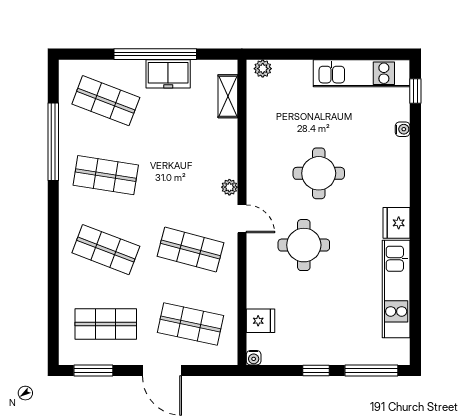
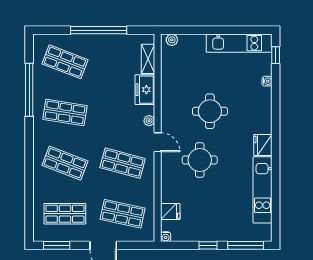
freezer: (168, 74) -> (145, 90), moved, turned 90

